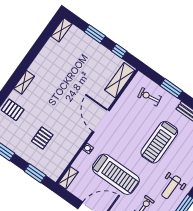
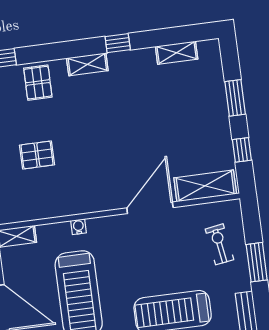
shelving: (61, 30) -> (177, 53), moved
window: (27, 62) -> (118, 43), added
door: (101, 121) -> (150, 208), moved

